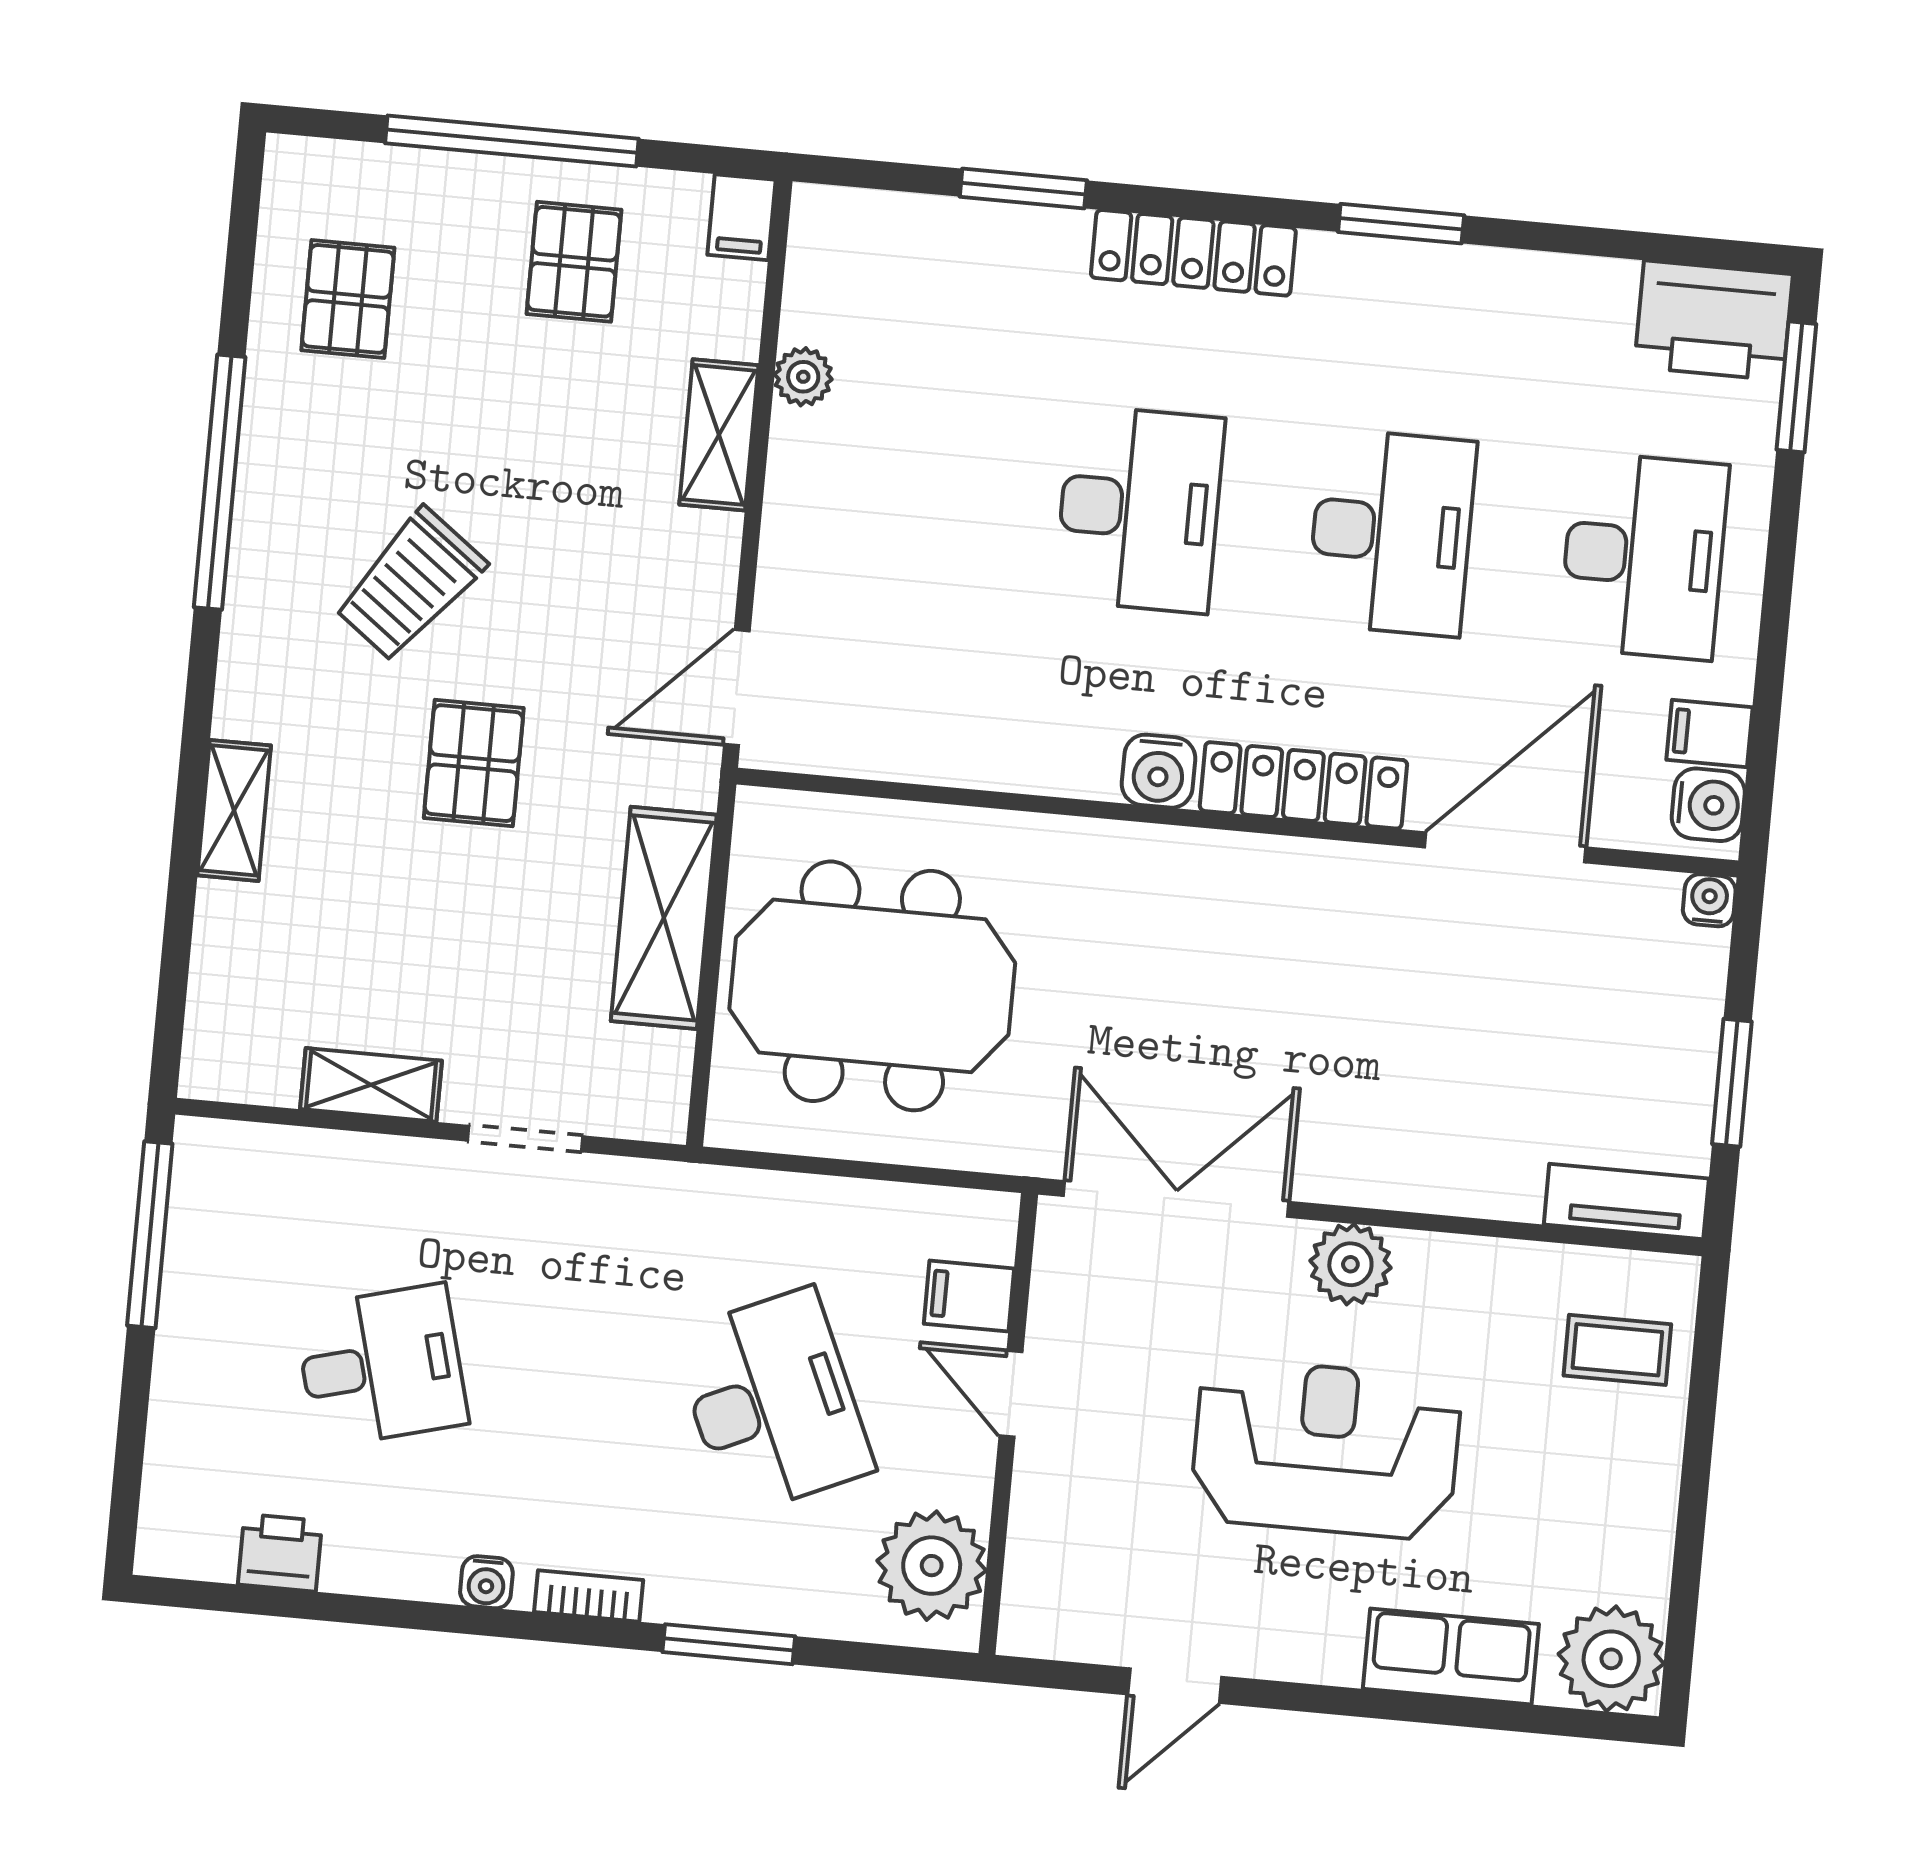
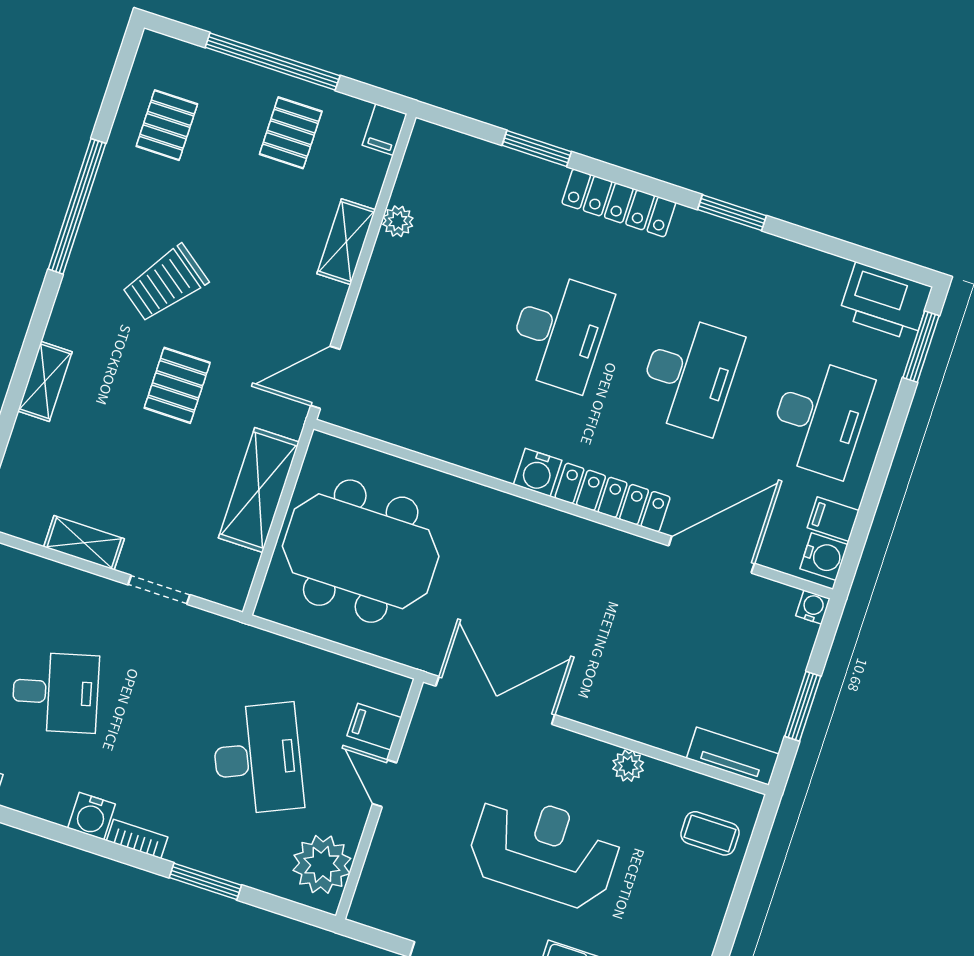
plant: (1350, 1264) -> (628, 766), moved, width x0.73, depth x0.73
water cooler: (486, 1582) -> (91, 816), width x1.38, depth x1.38

